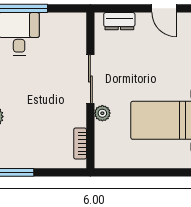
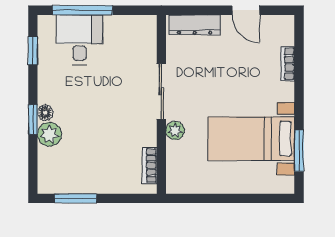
dresser: (119, 21) -> (195, 25), width x1.44

